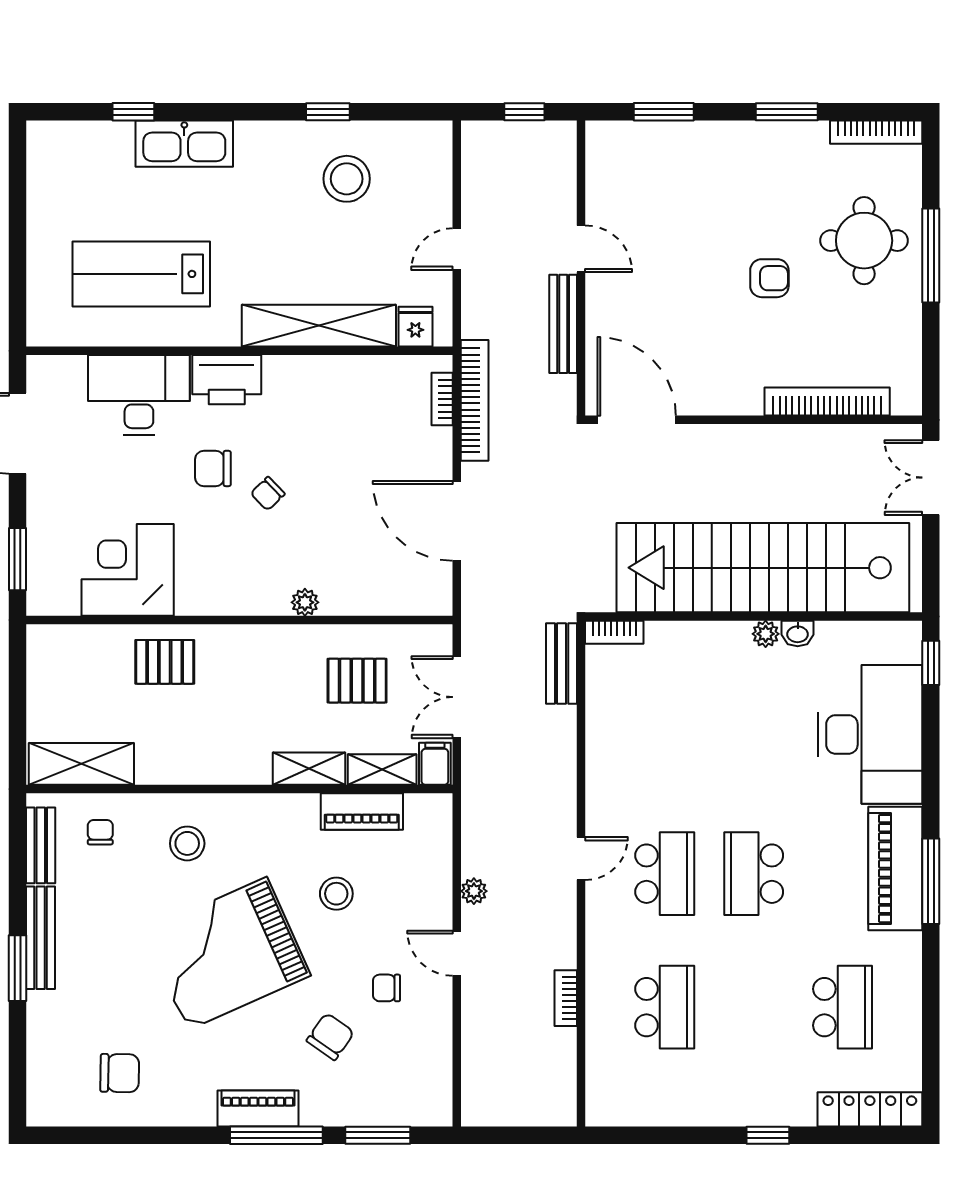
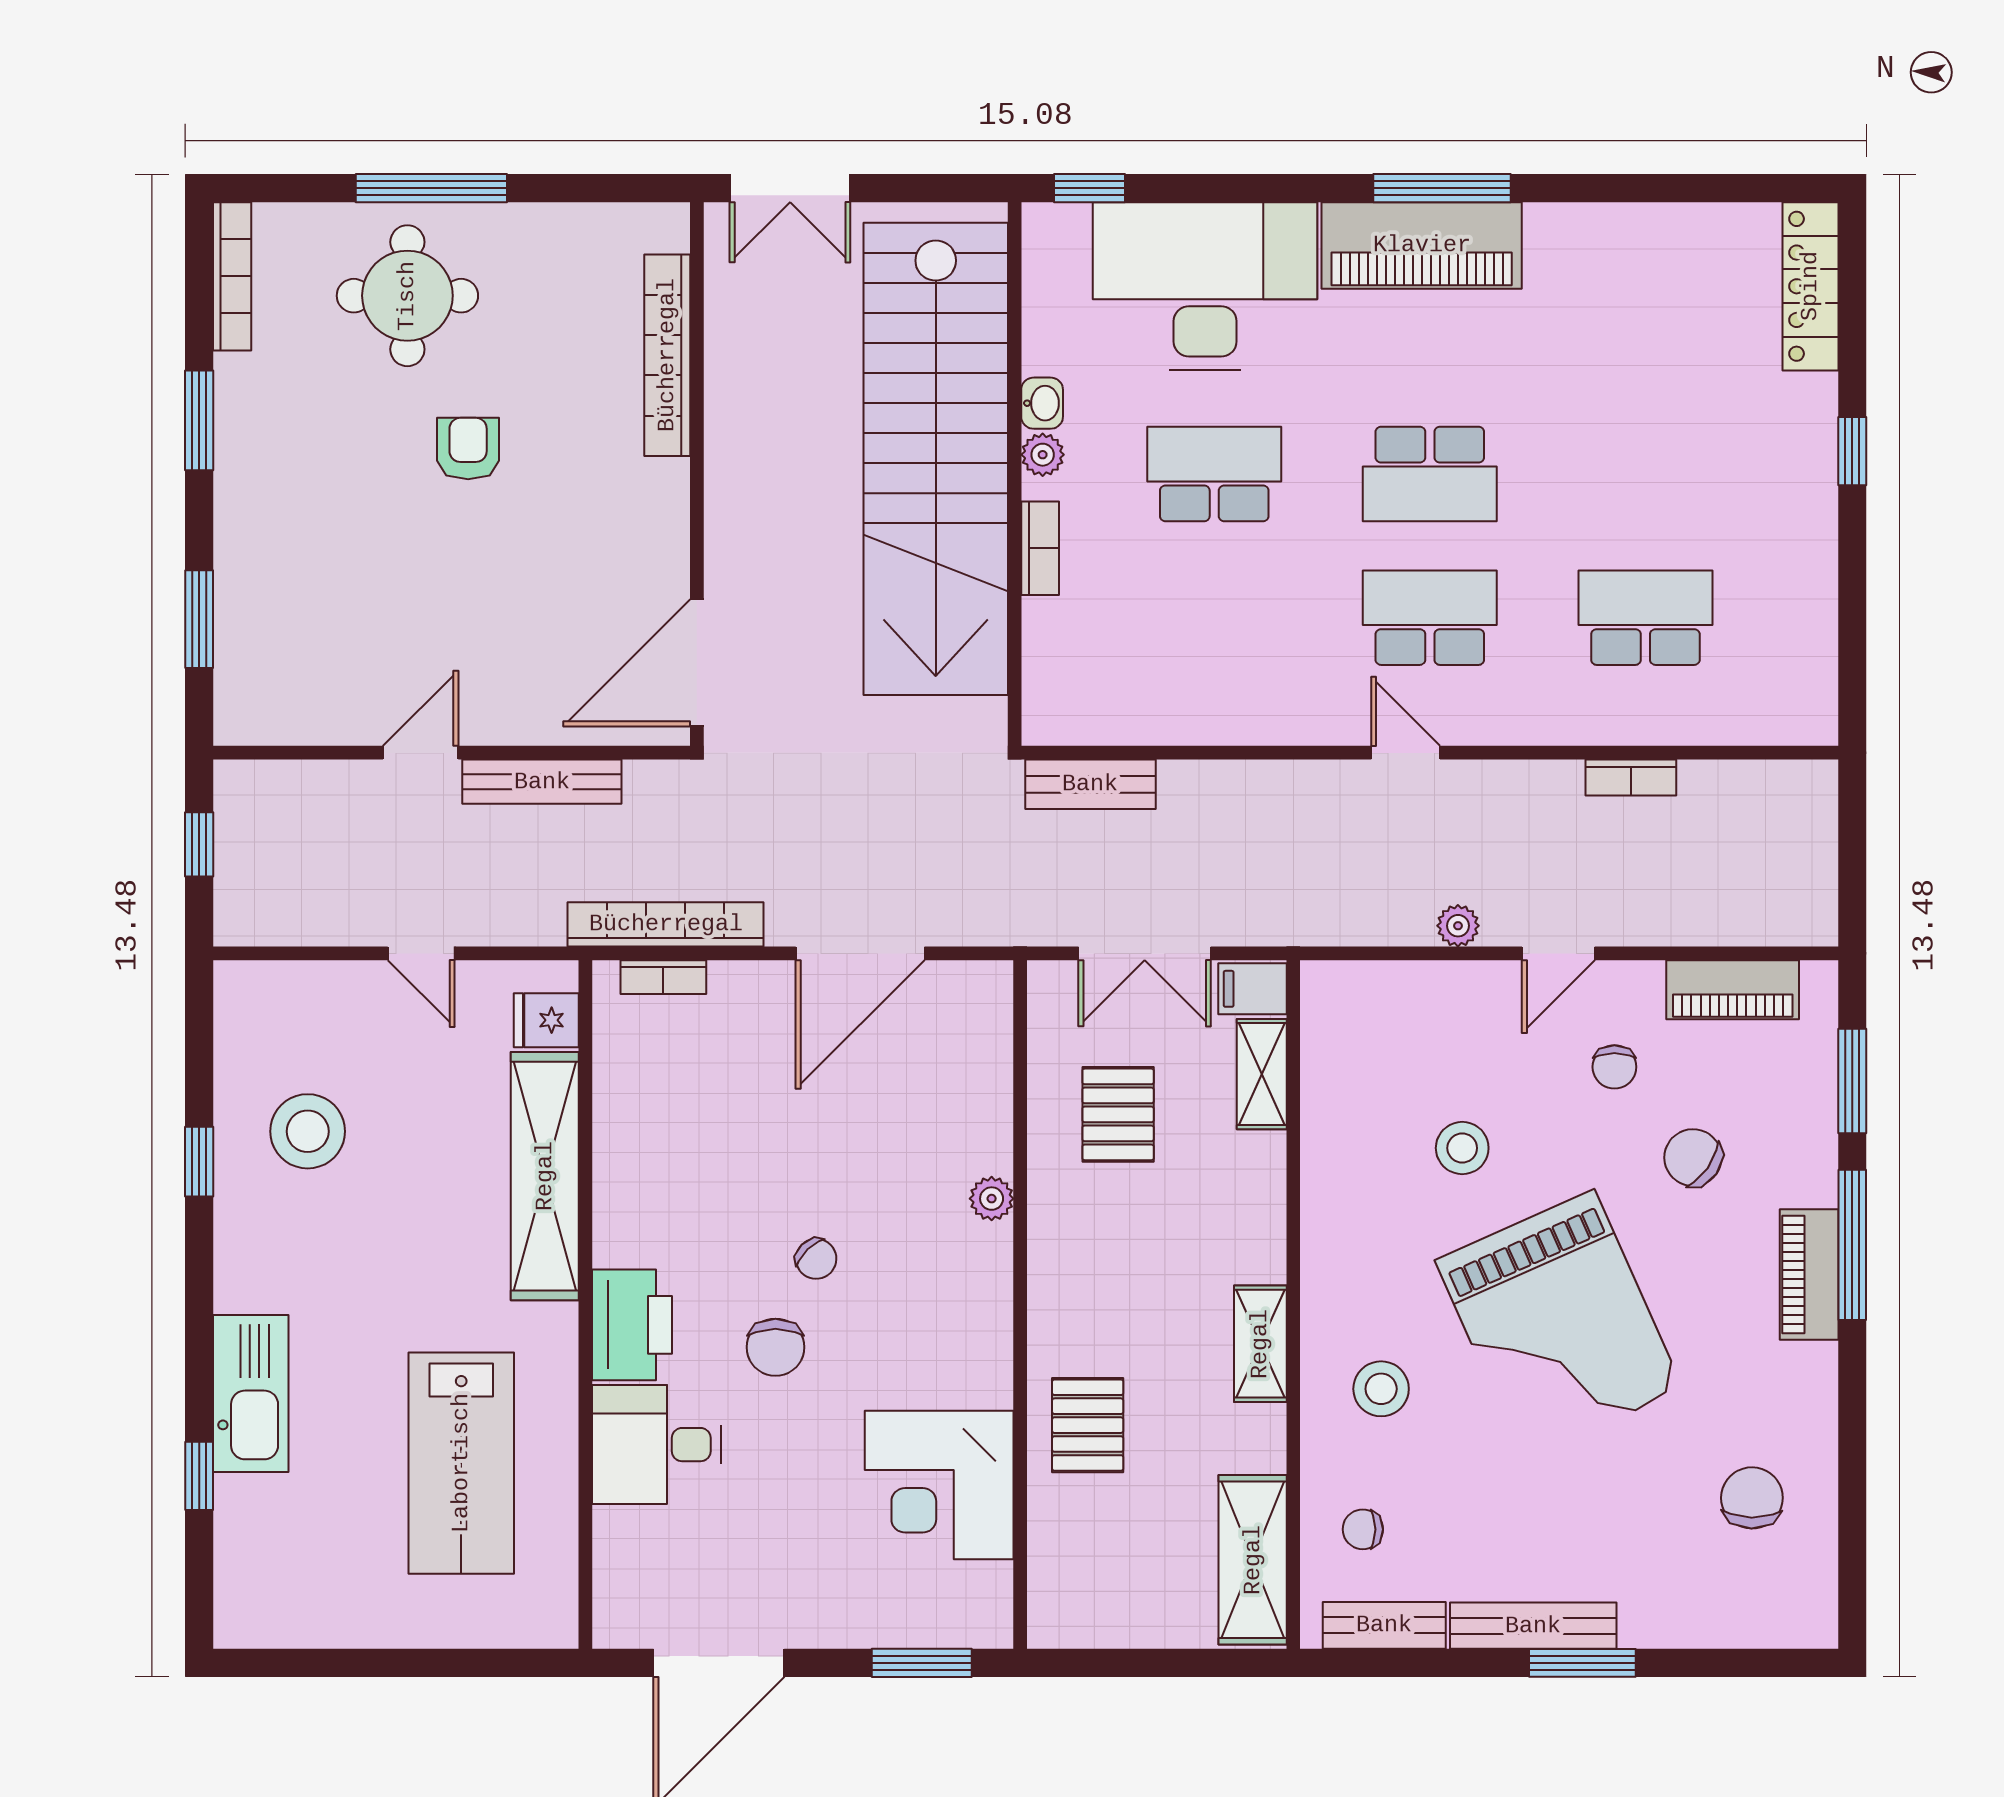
desk: (139, 395) -> (656, 1445), width x0.73
bookcase: (614, 632) -> (1040, 548), moved
shelving: (309, 769) -> (1260, 1344), moved
piano: (362, 812) -> (1733, 990), moved, turned 90
school desk: (843, 1007) -> (1214, 474), moved

